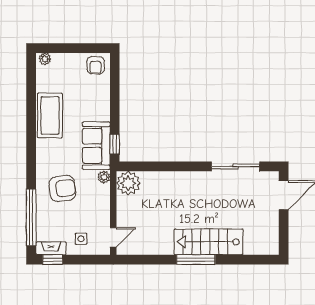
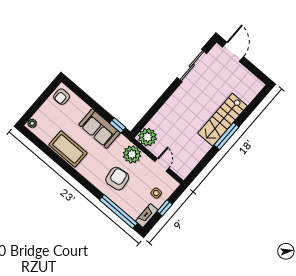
armchair: (96, 65) -> (61, 97), turned 90
sofa: (96, 146) -> (99, 129), moved
plant: (104, 177) -> (132, 154), width x1.87, depth x1.87
door: (113, 237) -> (162, 165), moved
window: (53, 260) -> (165, 208), moved

